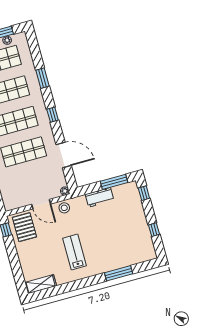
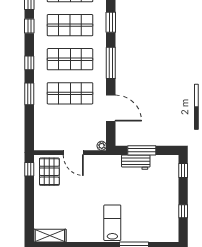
window: (53, 115) -> (111, 63), width x2.17
window: (114, 182) -> (142, 150), moved
stool: (64, 208) -> (96, 163), removed
lab bench: (75, 252) -> (112, 223), moved

